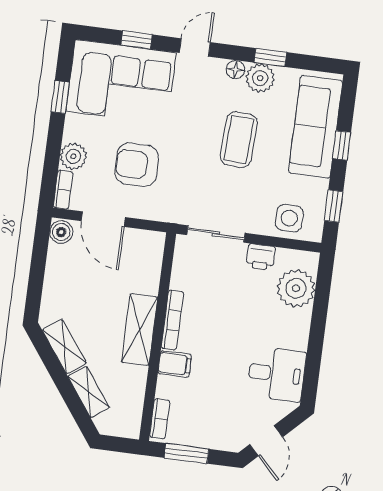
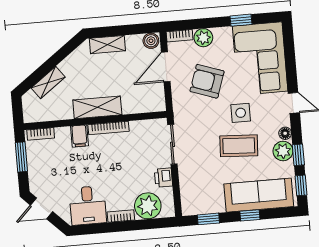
window: (137, 40) -> (301, 185), moved
armchair: (137, 165) -> (207, 81), turned -71
side table: (289, 218) -> (241, 113), moved
bookcase: (302, 330) -> (121, 216), added
shelving: (64, 347) -> (107, 45), moved, turned 36

